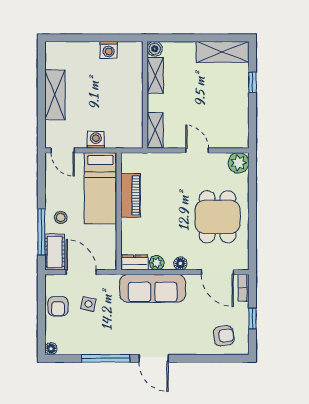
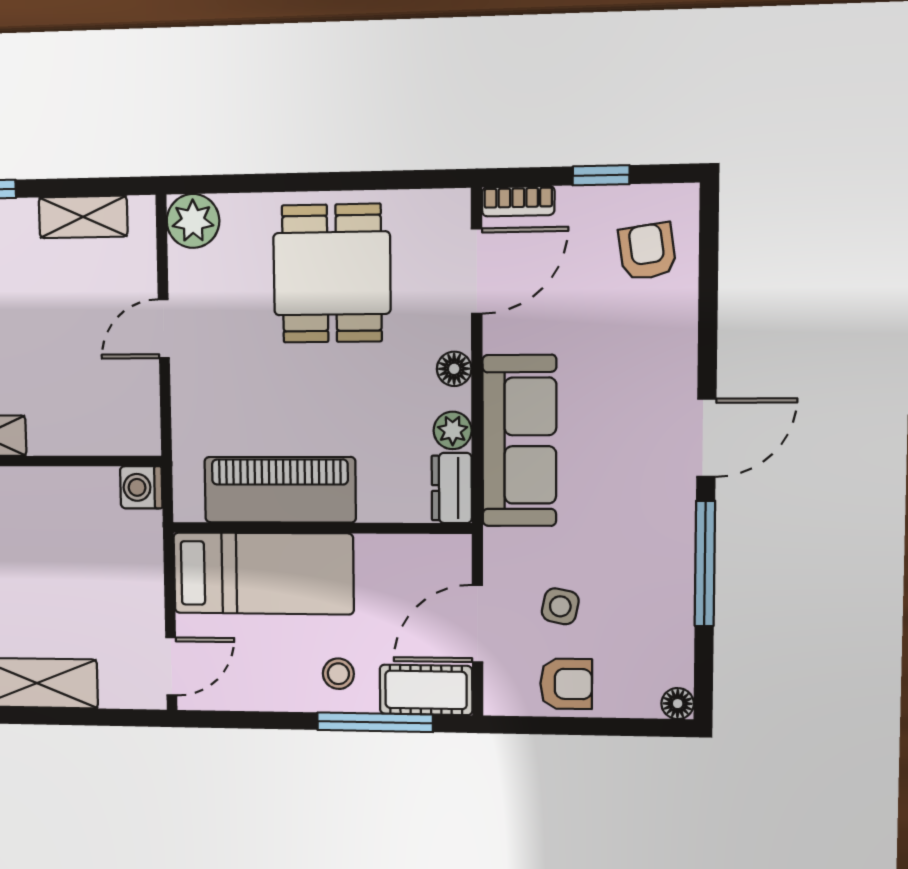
shelving: (155, 130) -> (83, 217), moved
washing machine: (96, 140) -> (141, 487), moved
piano: (130, 195) -> (280, 490), width x1.37, depth x1.33
dining table: (218, 217) -> (332, 273), turned 90

